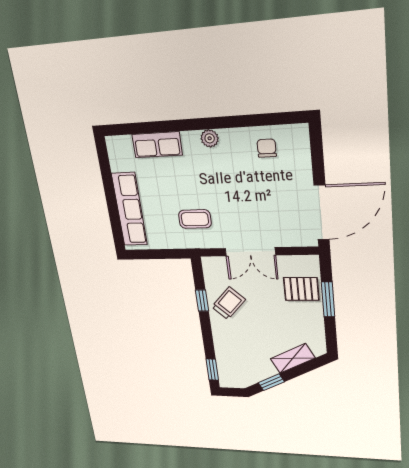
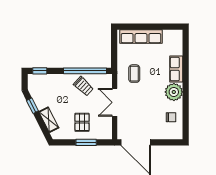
plant: (210, 138) -> (174, 92), width x1.87, depth x1.87
row of seats: (157, 145) -> (176, 69), moved
pallet: (301, 289) -> (82, 122), moved
window: (202, 301) -> (85, 71), width x3.17

